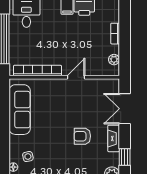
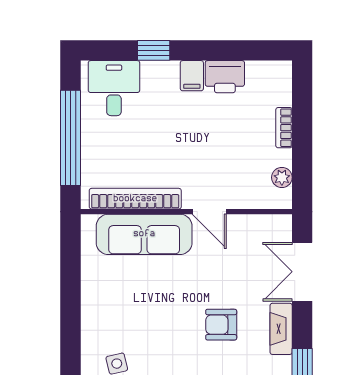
door: (76, 77) -> (209, 212), swing flipped
sofa: (20, 110) -> (144, 234), moved, turned 90

